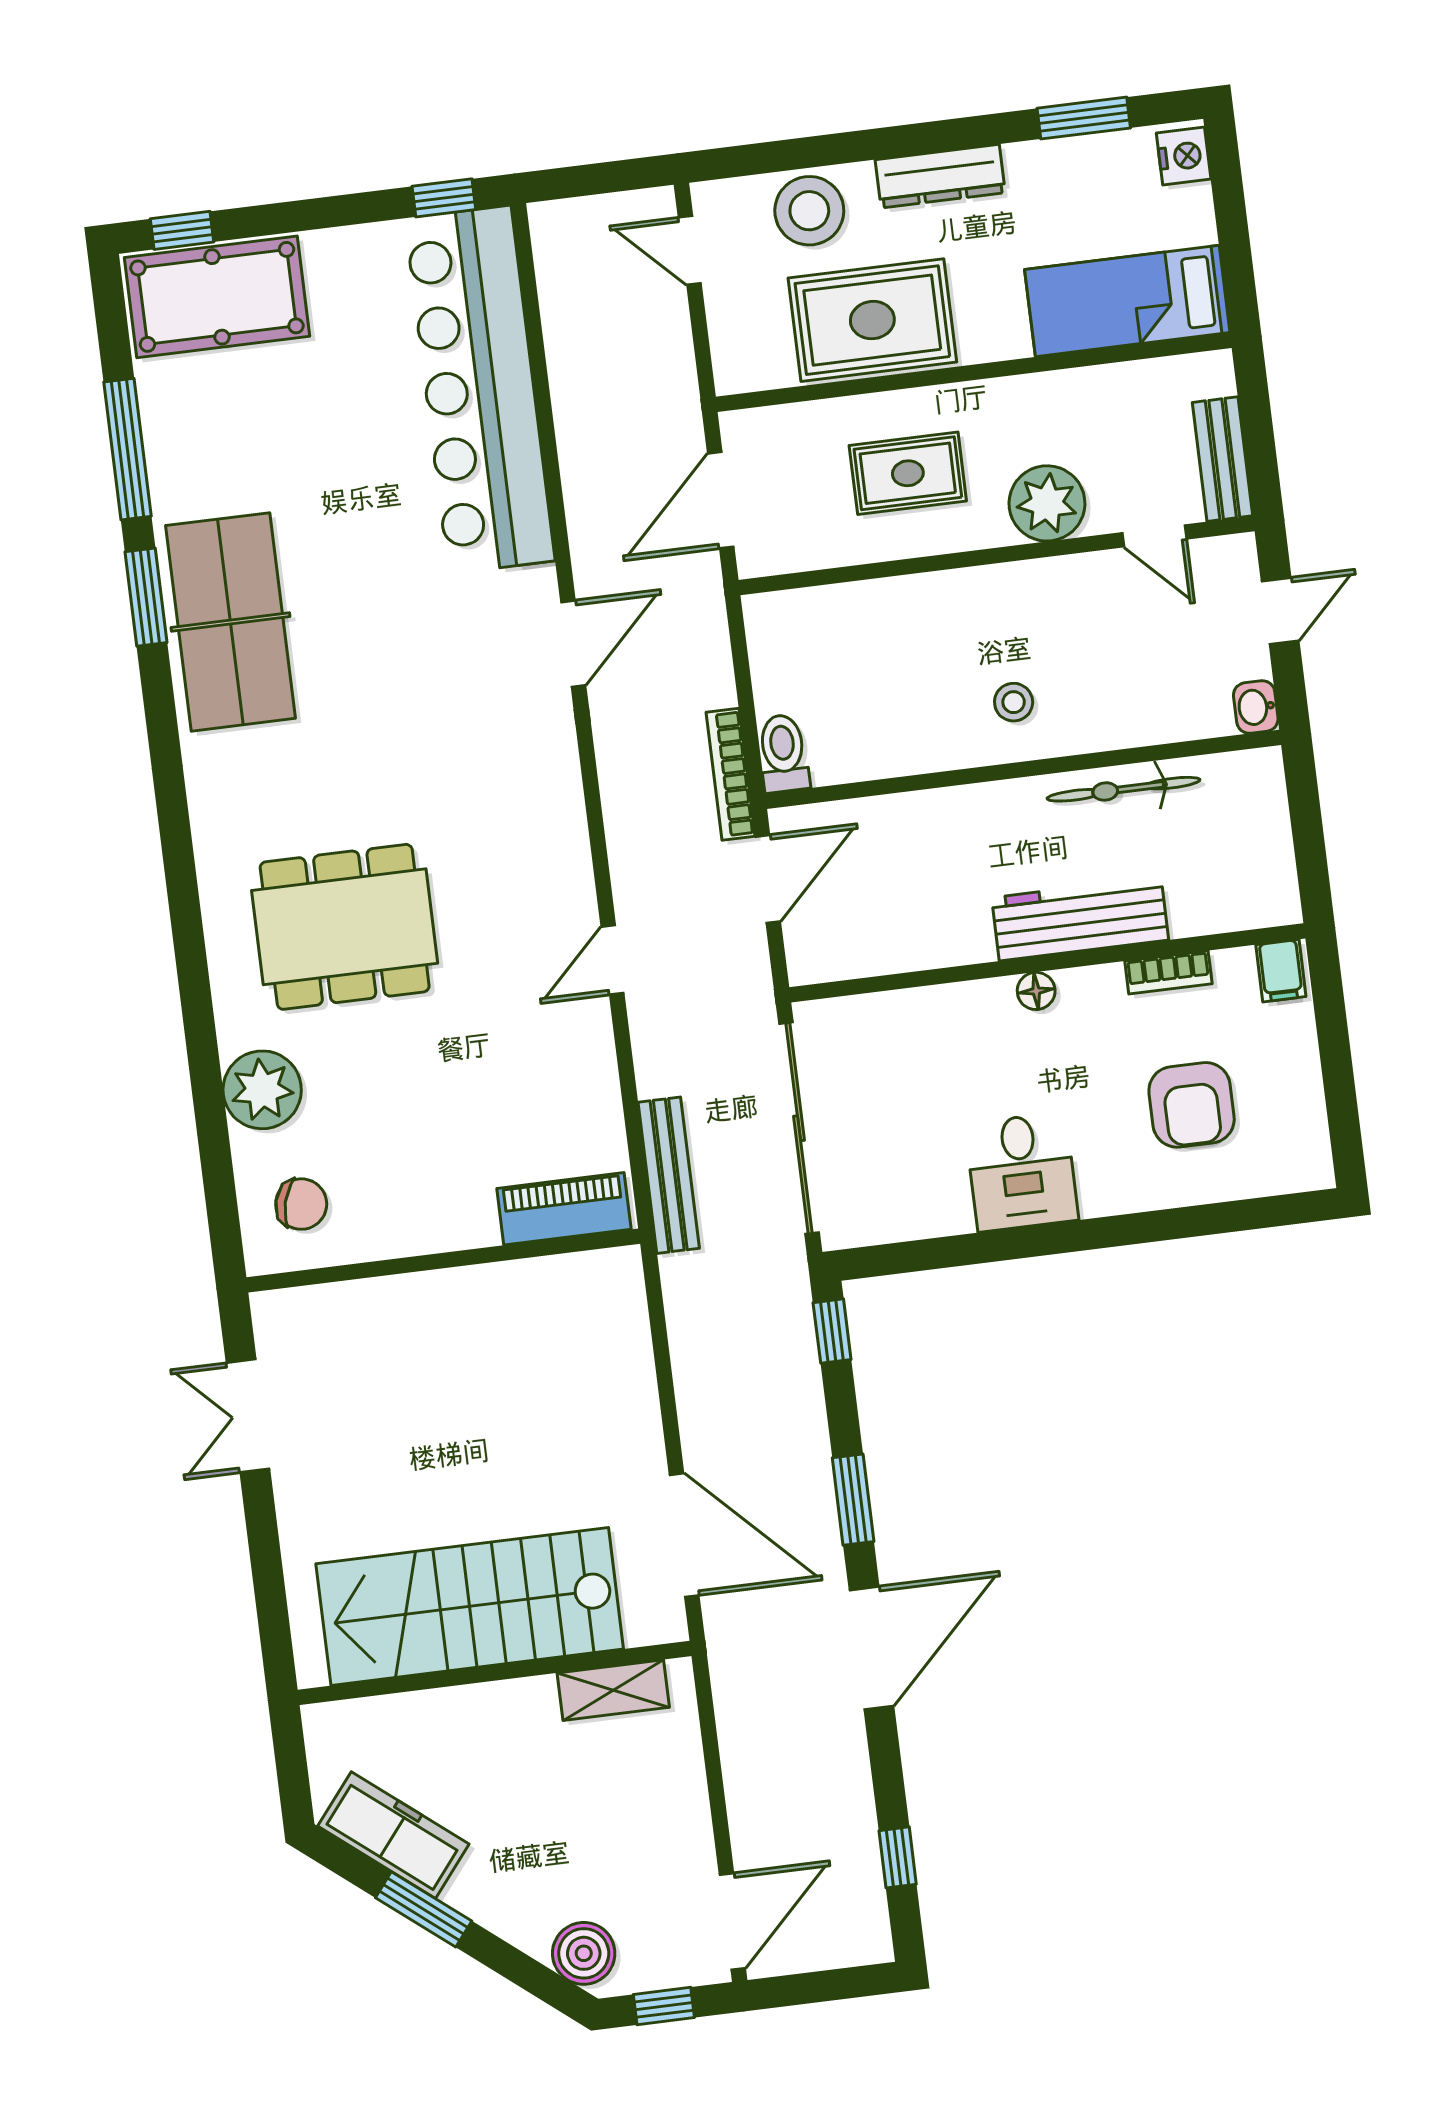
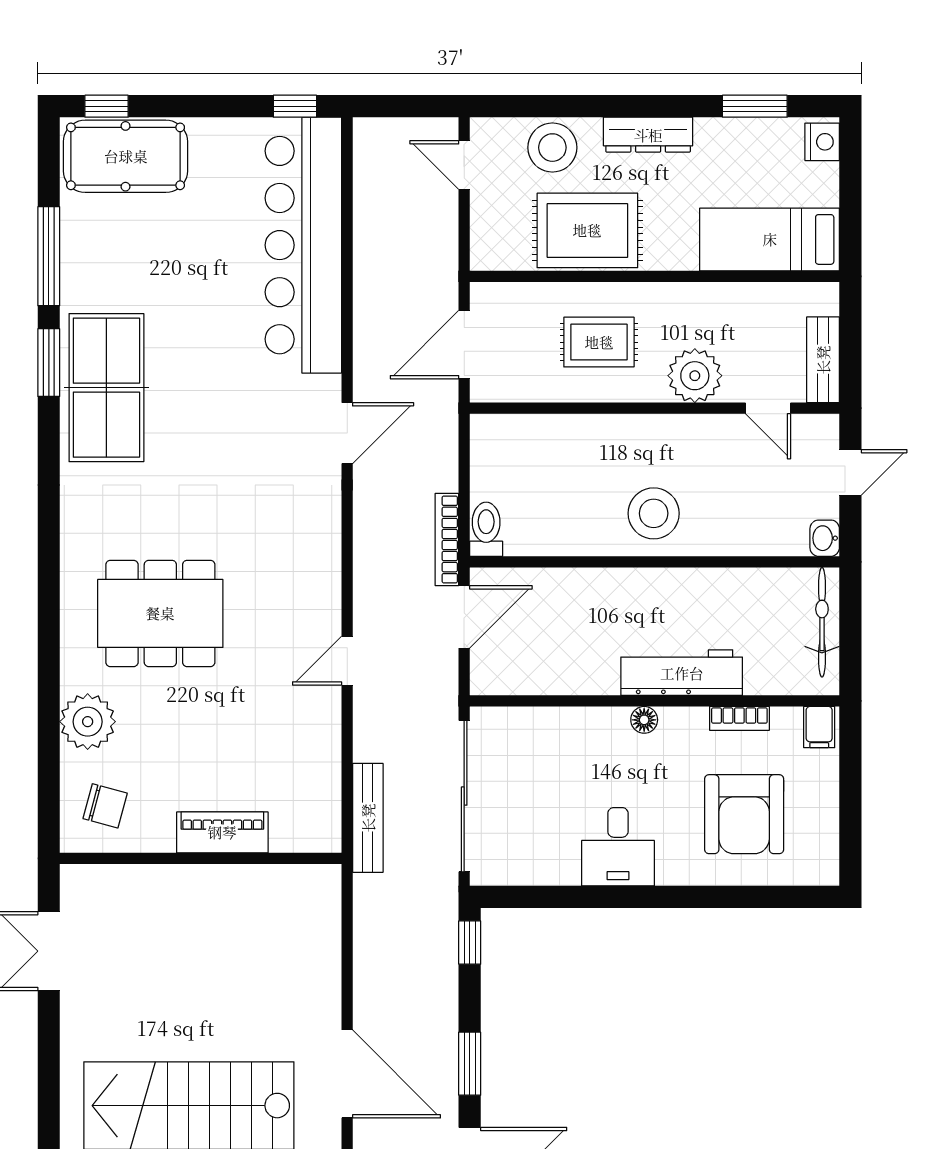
stool: (1014, 702) -> (654, 513), width x1.89, depth x1.89
bicycle: (1124, 789) -> (822, 622), moved, turned 90
armchair: (1192, 1105) -> (744, 814), width x1.36, depth x1.36
piano: (564, 1209) -> (222, 832), moved

